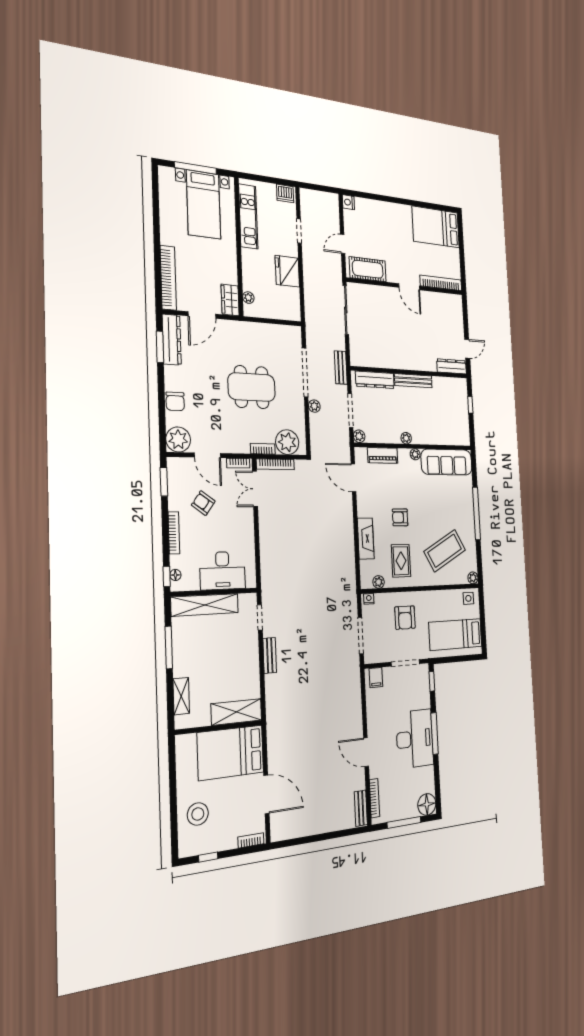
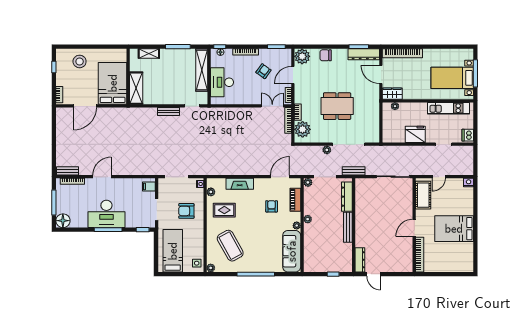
bed: (436, 227) -> (454, 229), moved, turned -90
door: (343, 244) -> (439, 177), swing flipped
dining table: (252, 387) -> (337, 106), turned 90
armchair: (400, 517) -> (272, 206), moved

